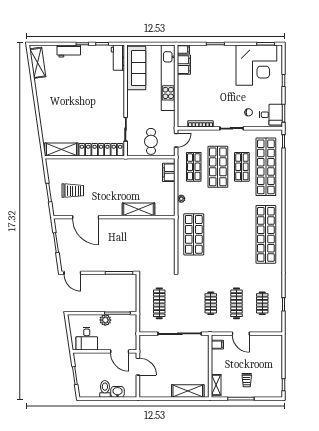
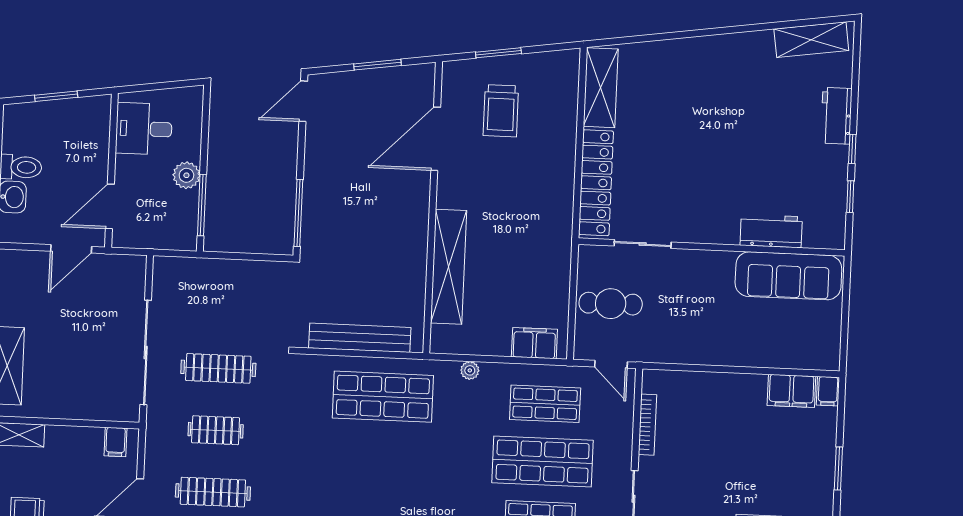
workbench: (118, 58) -> (771, 231), moved
kitchen unit: (168, 78) -> (761, 352), removed
shelving: (139, 209) -> (449, 267), width x1.47
bench: (170, 245) -> (360, 338), added
clothes rail: (159, 303) -> (218, 368), moved

